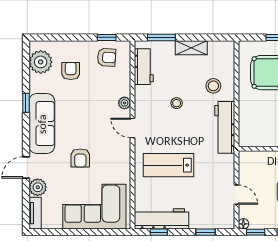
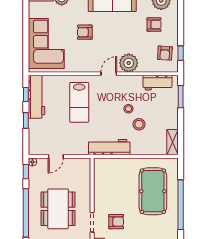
shelving: (191, 48) -> (172, 142), moved
stool: (213, 86) -> (139, 124), moved
plant: (124, 103) -> (129, 63), width x1.88, depth x1.88
lab bench: (168, 165) -> (79, 102), turned 180
window: (205, 232) -> (26, 121), moved

